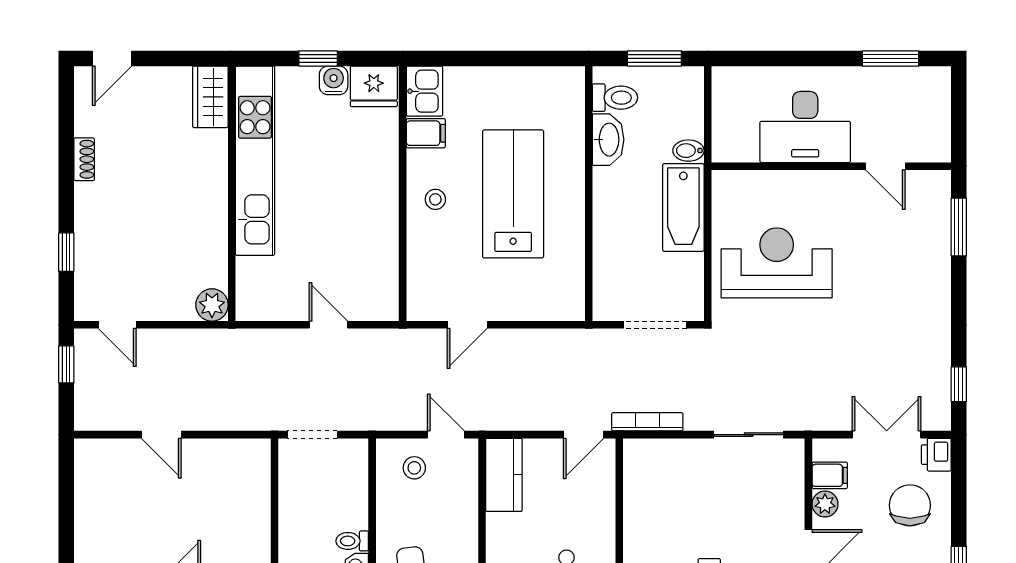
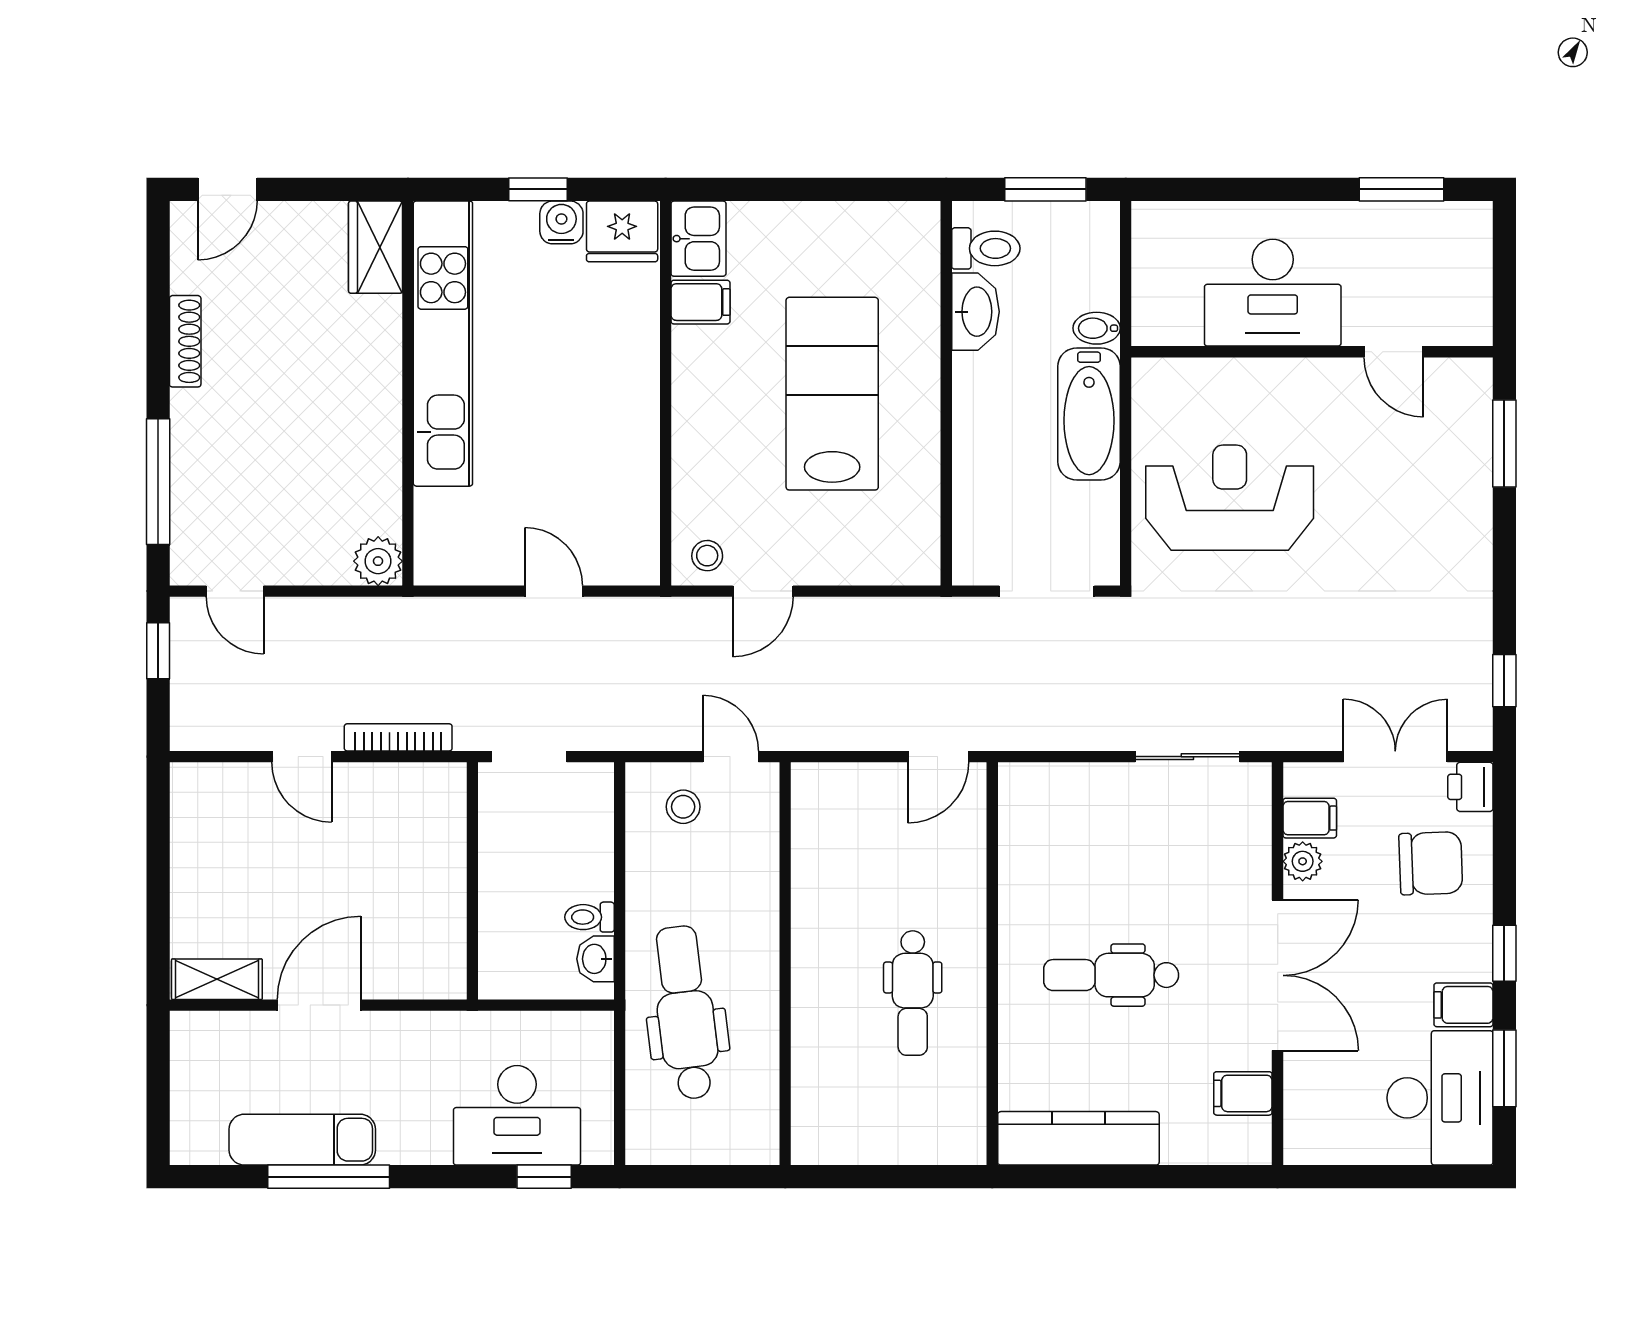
shoe rack: (84, 159) -> (185, 341), width x1.43
stool: (435, 199) -> (707, 556), moved
window: (66, 252) -> (158, 482), width x2.17
bookcase: (647, 422) -> (398, 737), moved
kitchen counter: (504, 475) -> (818, 817), removed
chair: (910, 505) -> (1431, 863), turned 88

